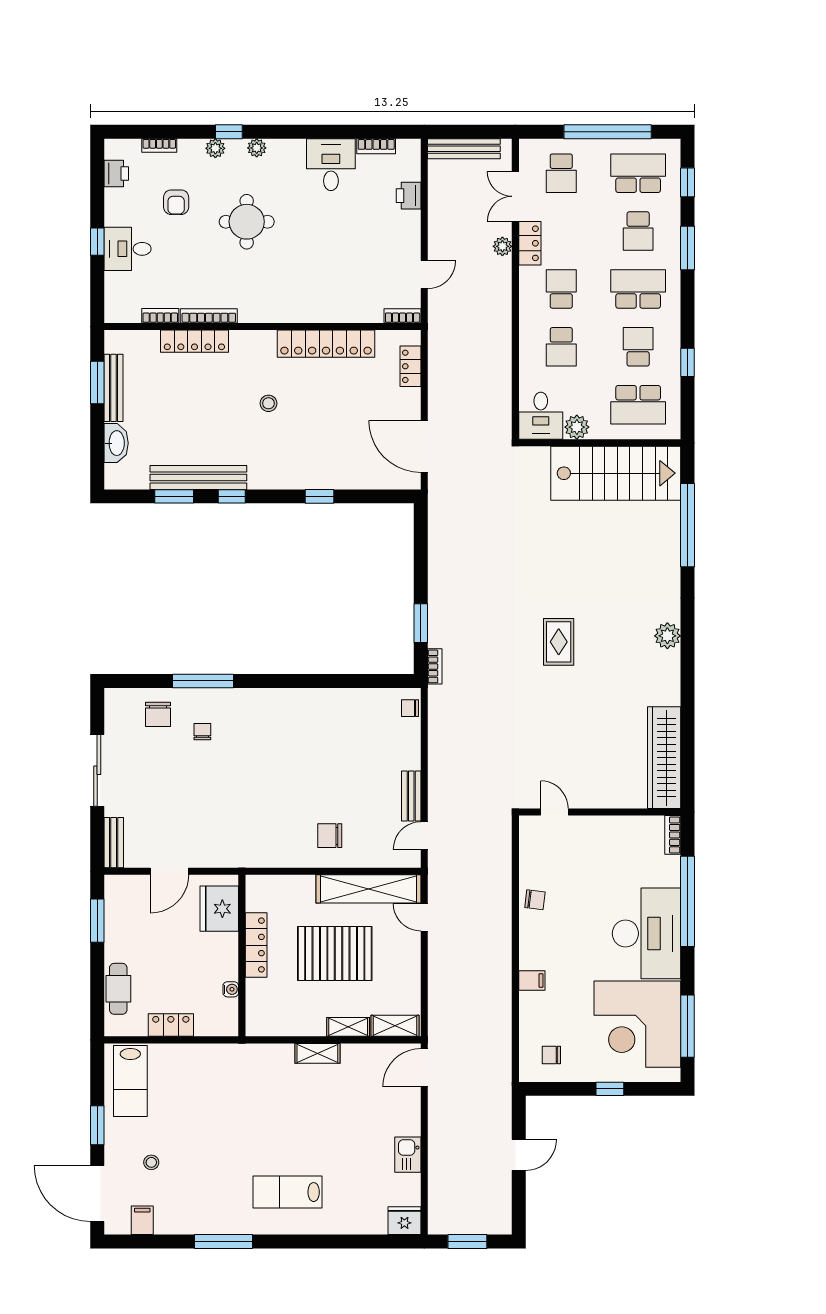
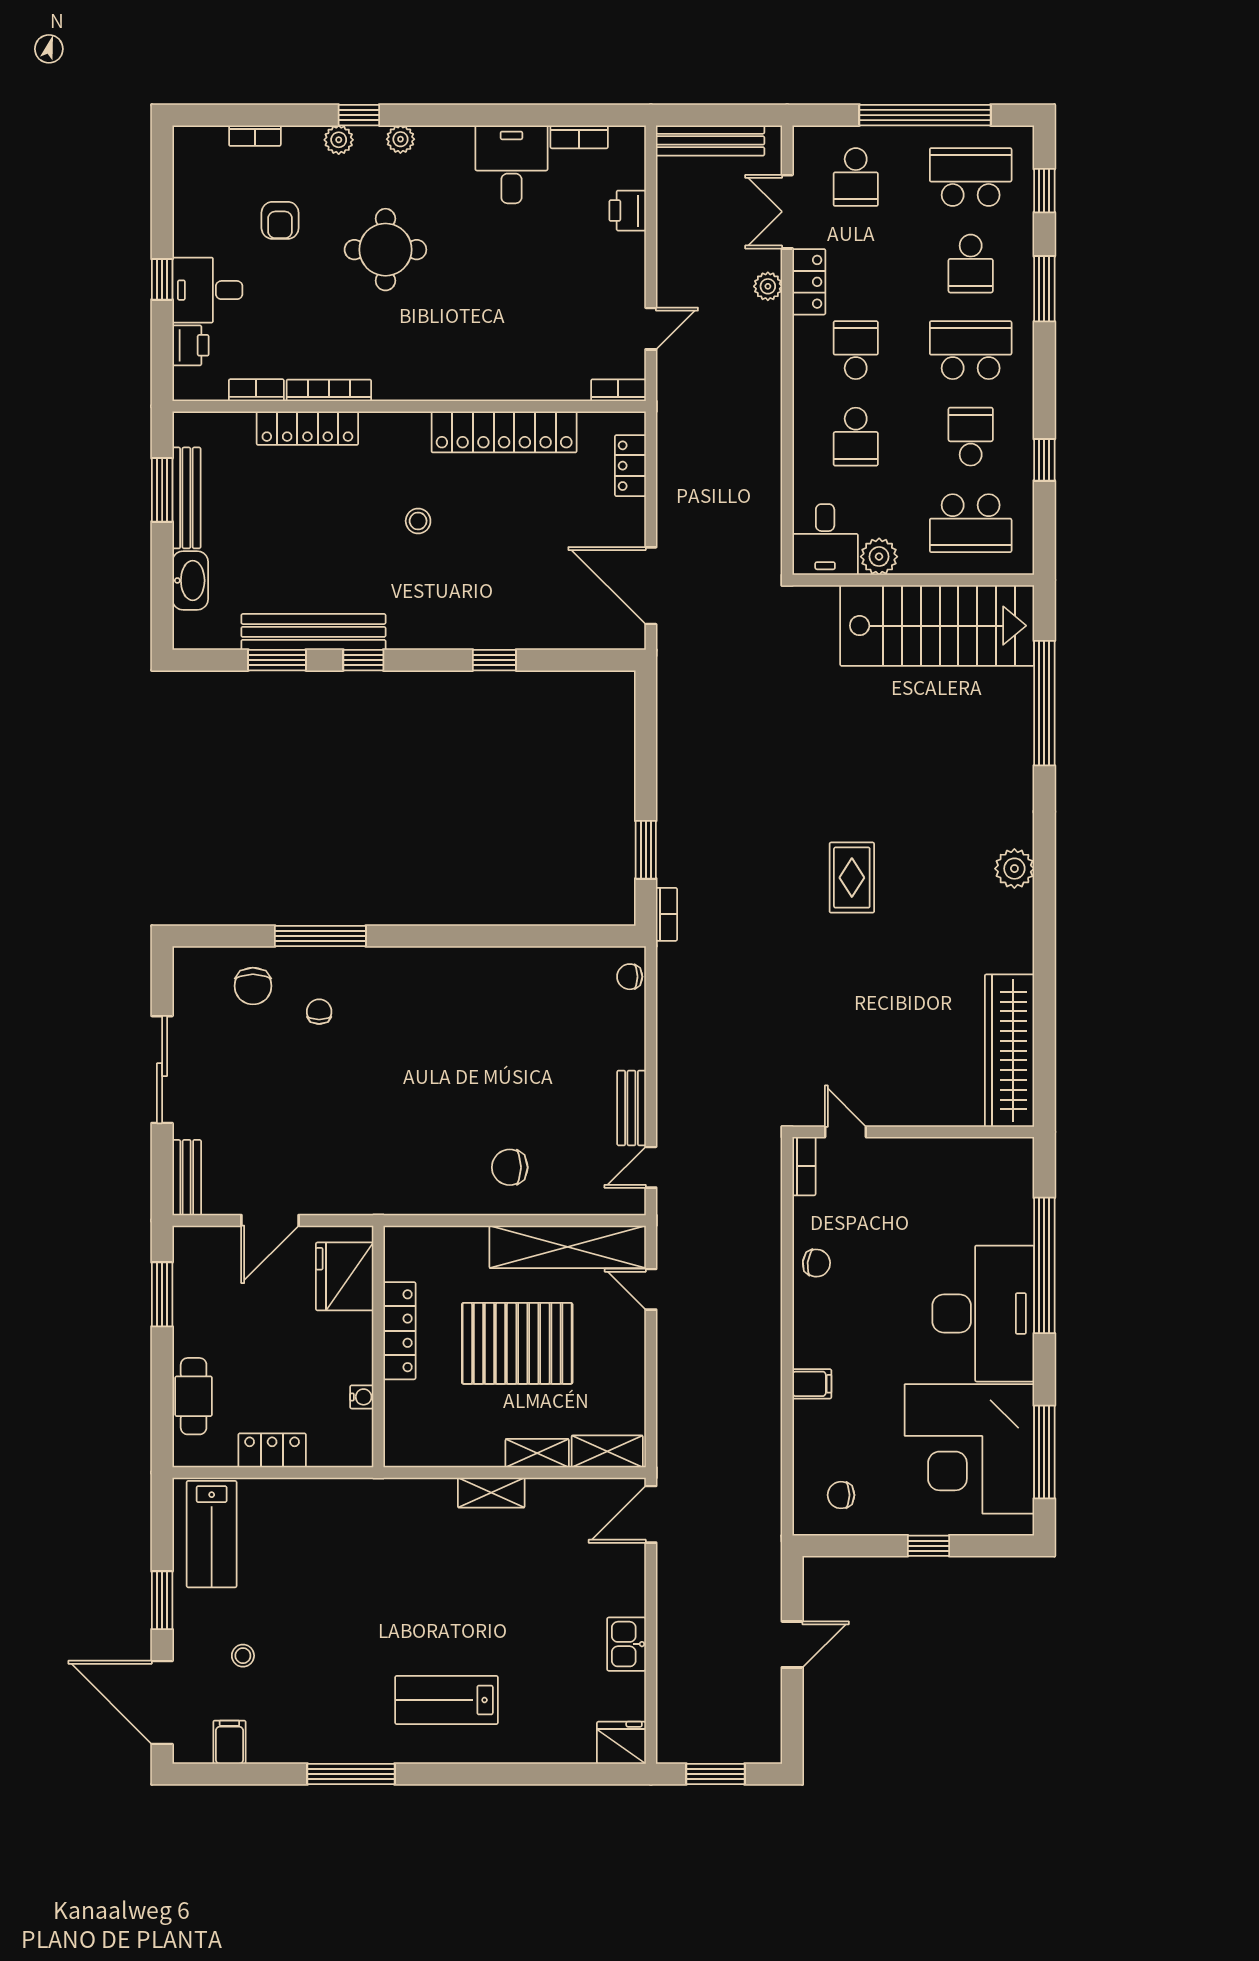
printer: (116, 173) -> (190, 345), moved
bookcase: (673, 835) -> (804, 1166), moved, turned 180

